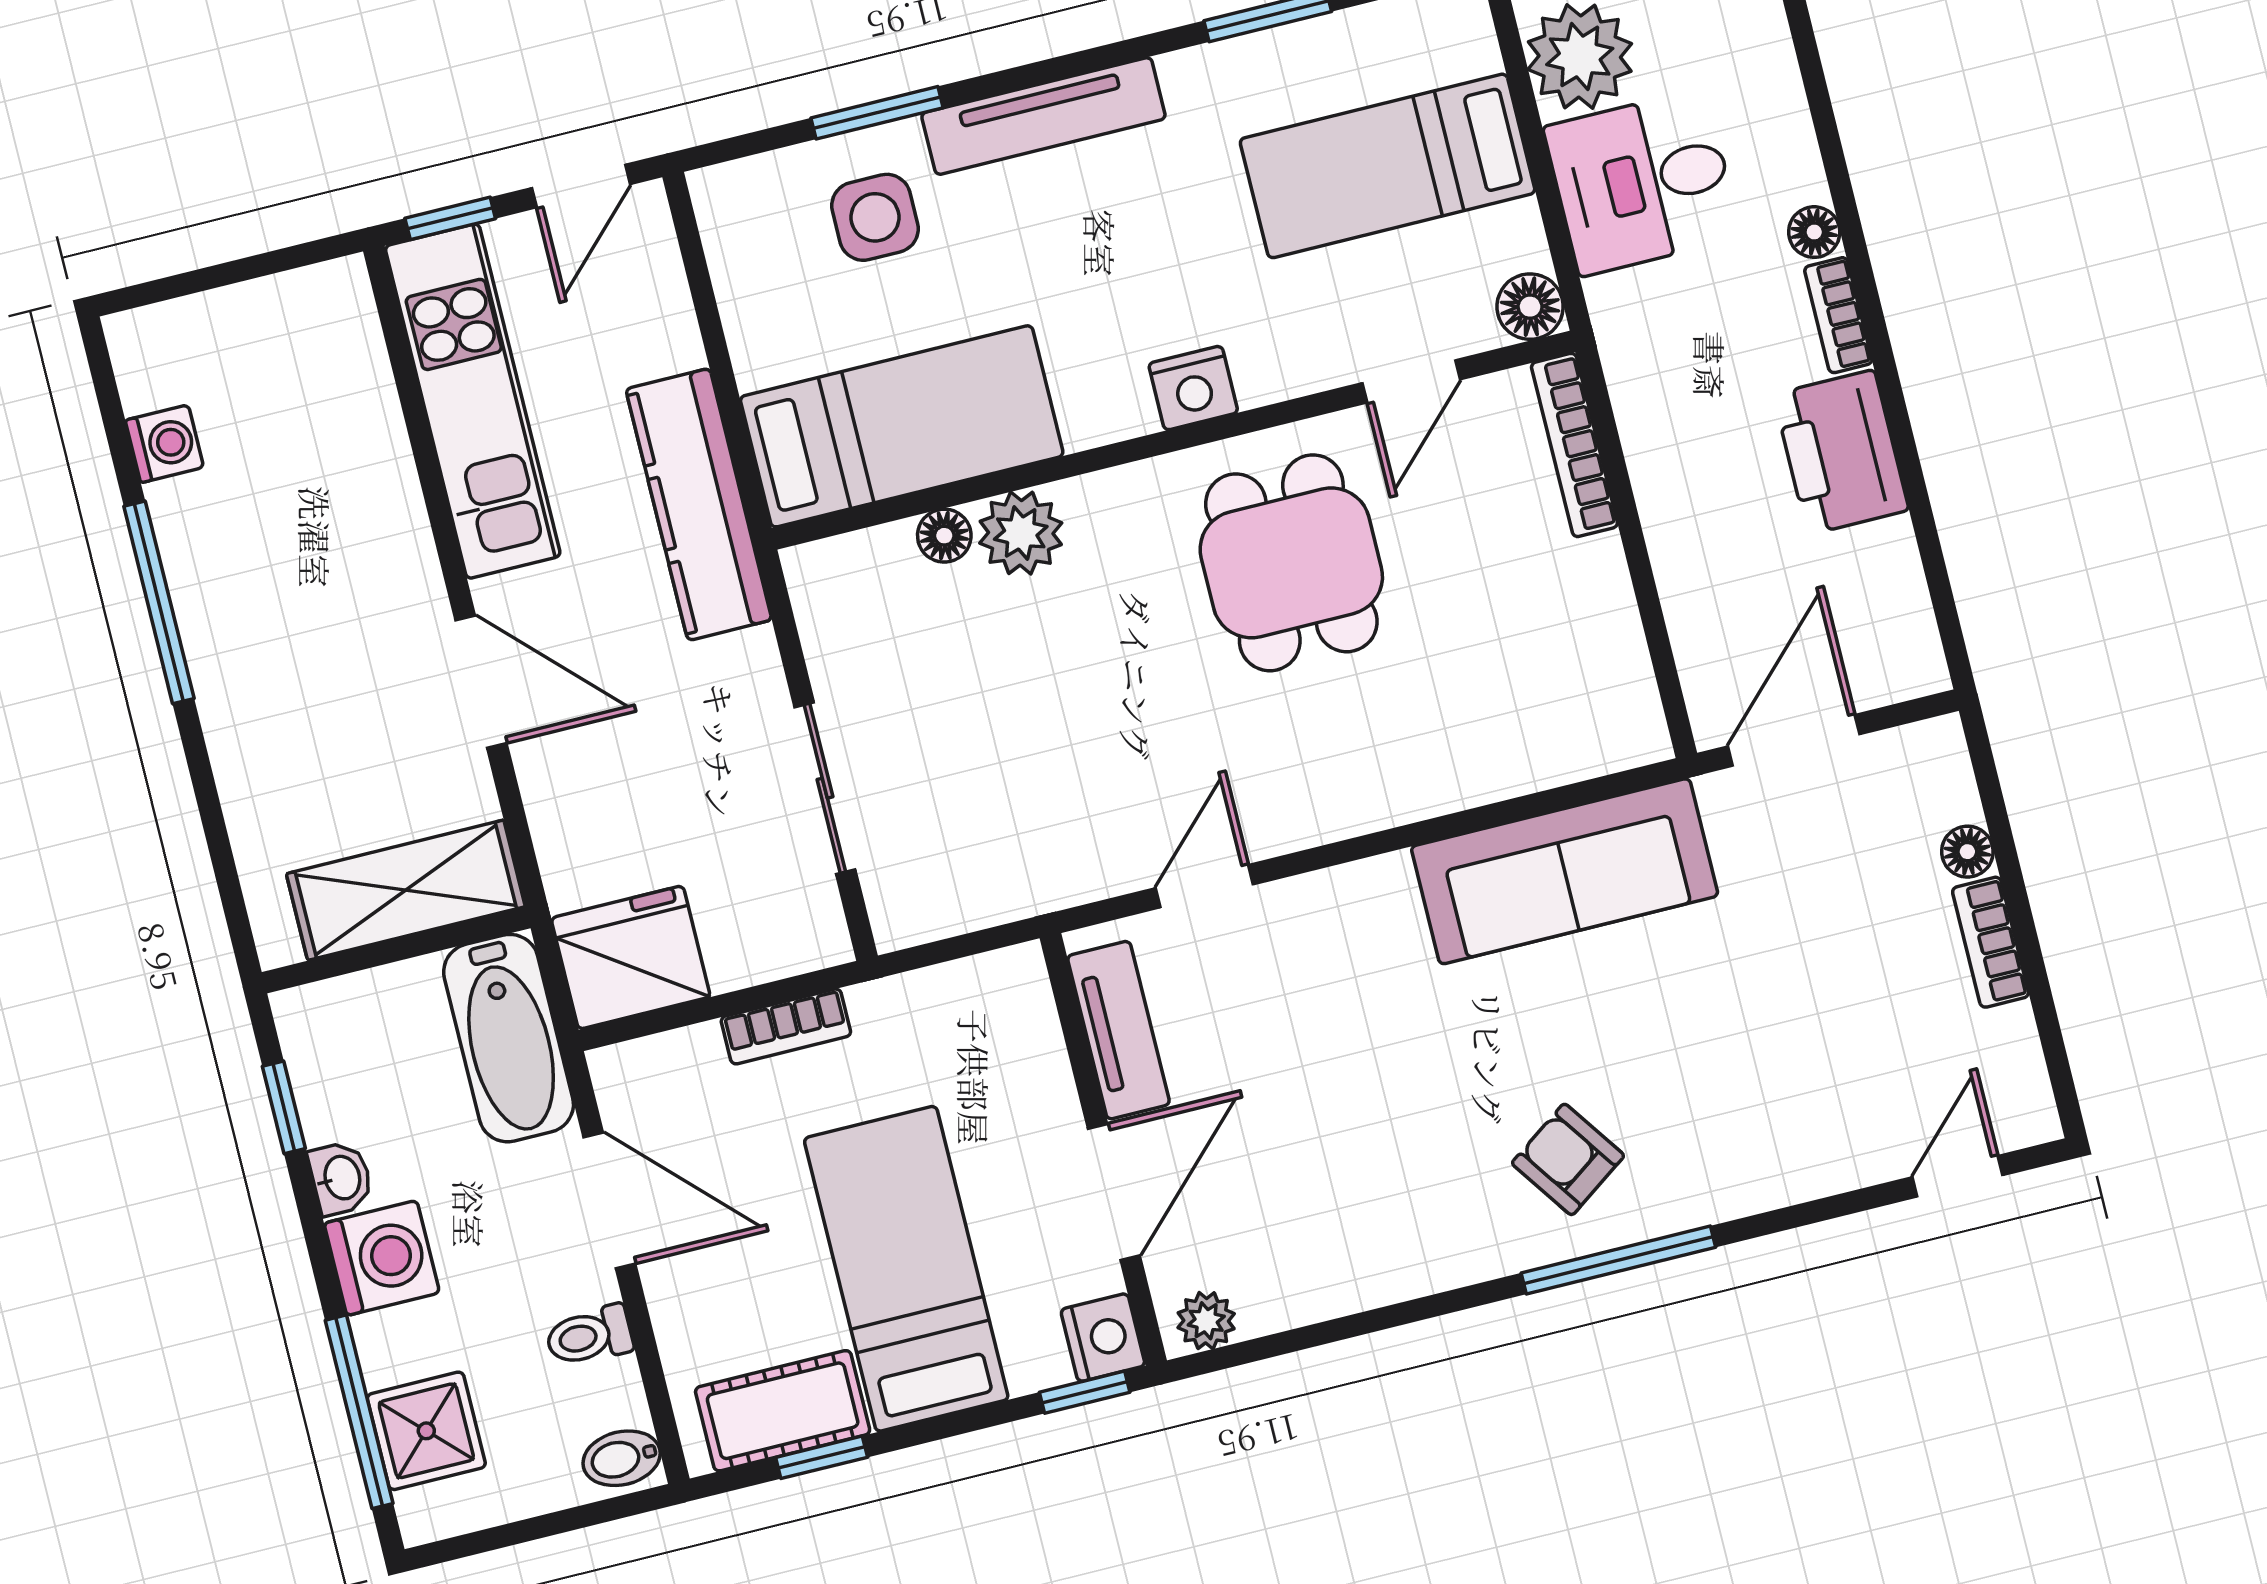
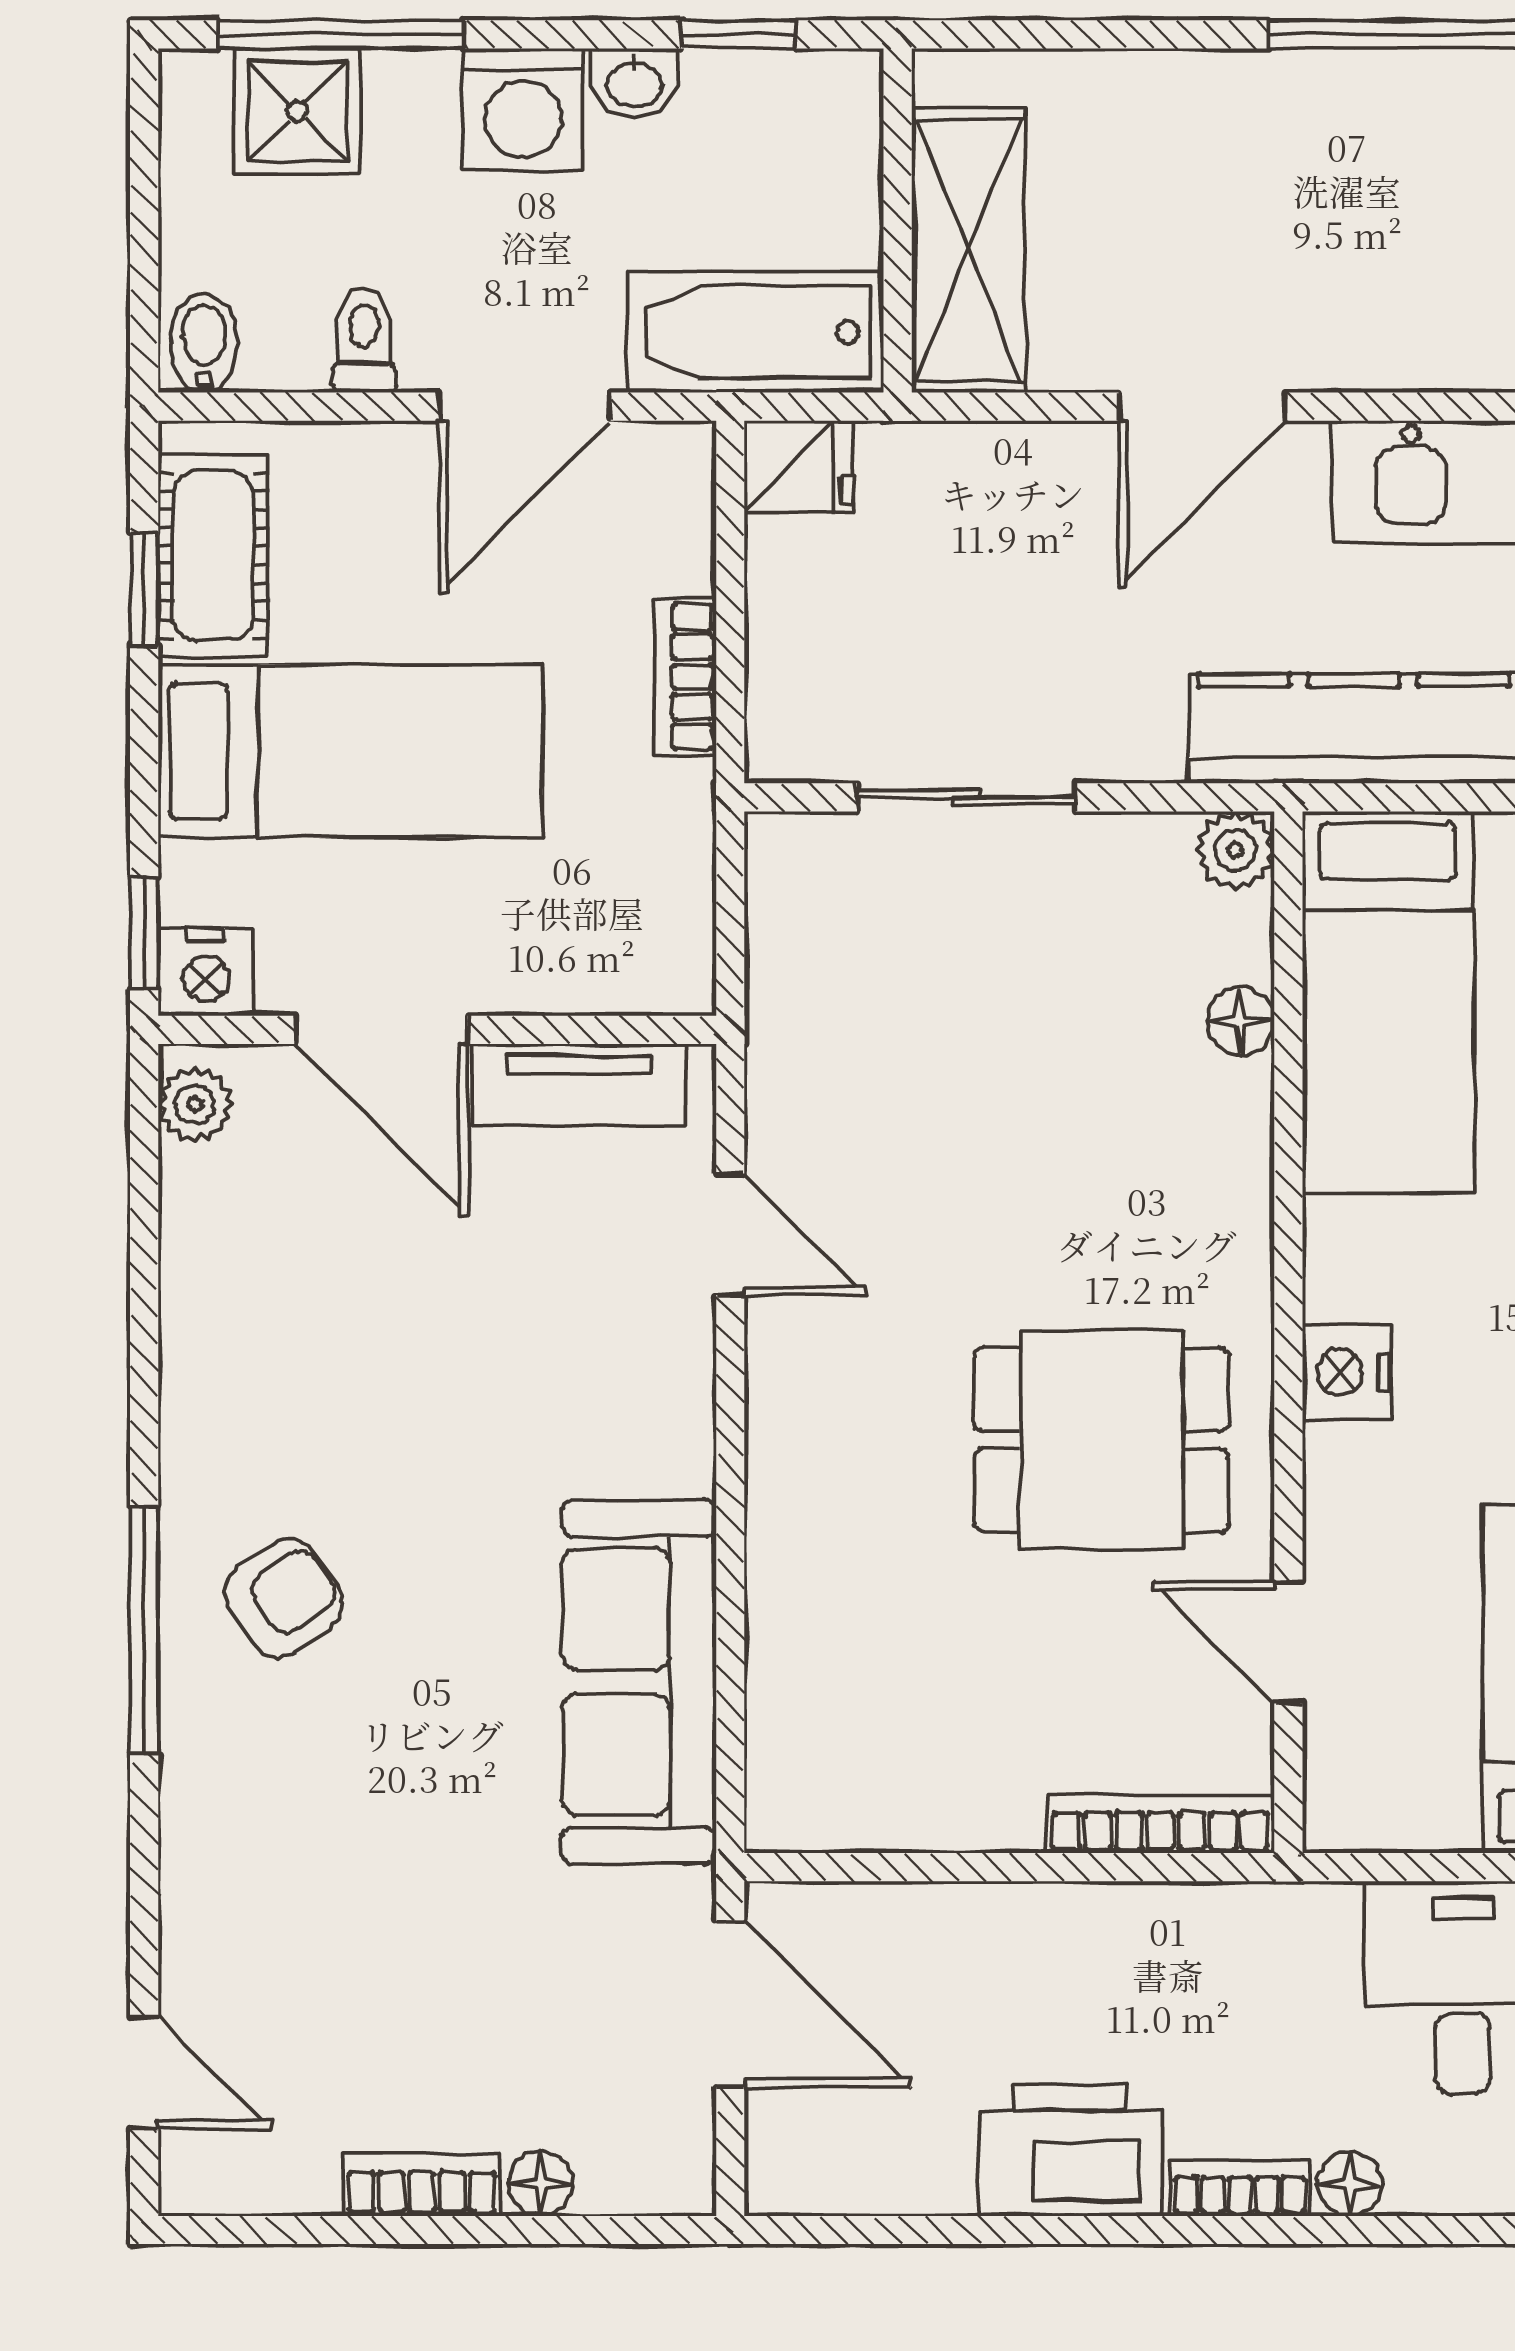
floor lamp: (1530, 307) -> (1344, 1811), removed
plant: (1021, 533) -> (1235, 850), moved, width x0.73, depth x0.73
fridge: (631, 957) -> (799, 466), width x0.53, depth x0.75

